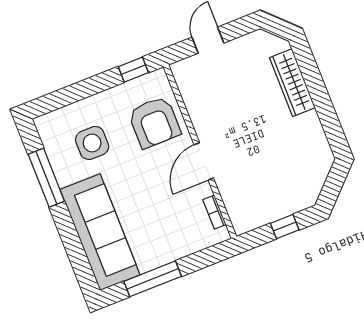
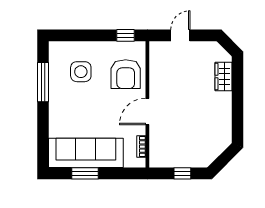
wardrobe: (292, 83) -> (224, 77), width x0.67
sofa: (100, 232) -> (86, 153), moved, turned -90
window: (153, 279) -> (85, 173), width x0.69

